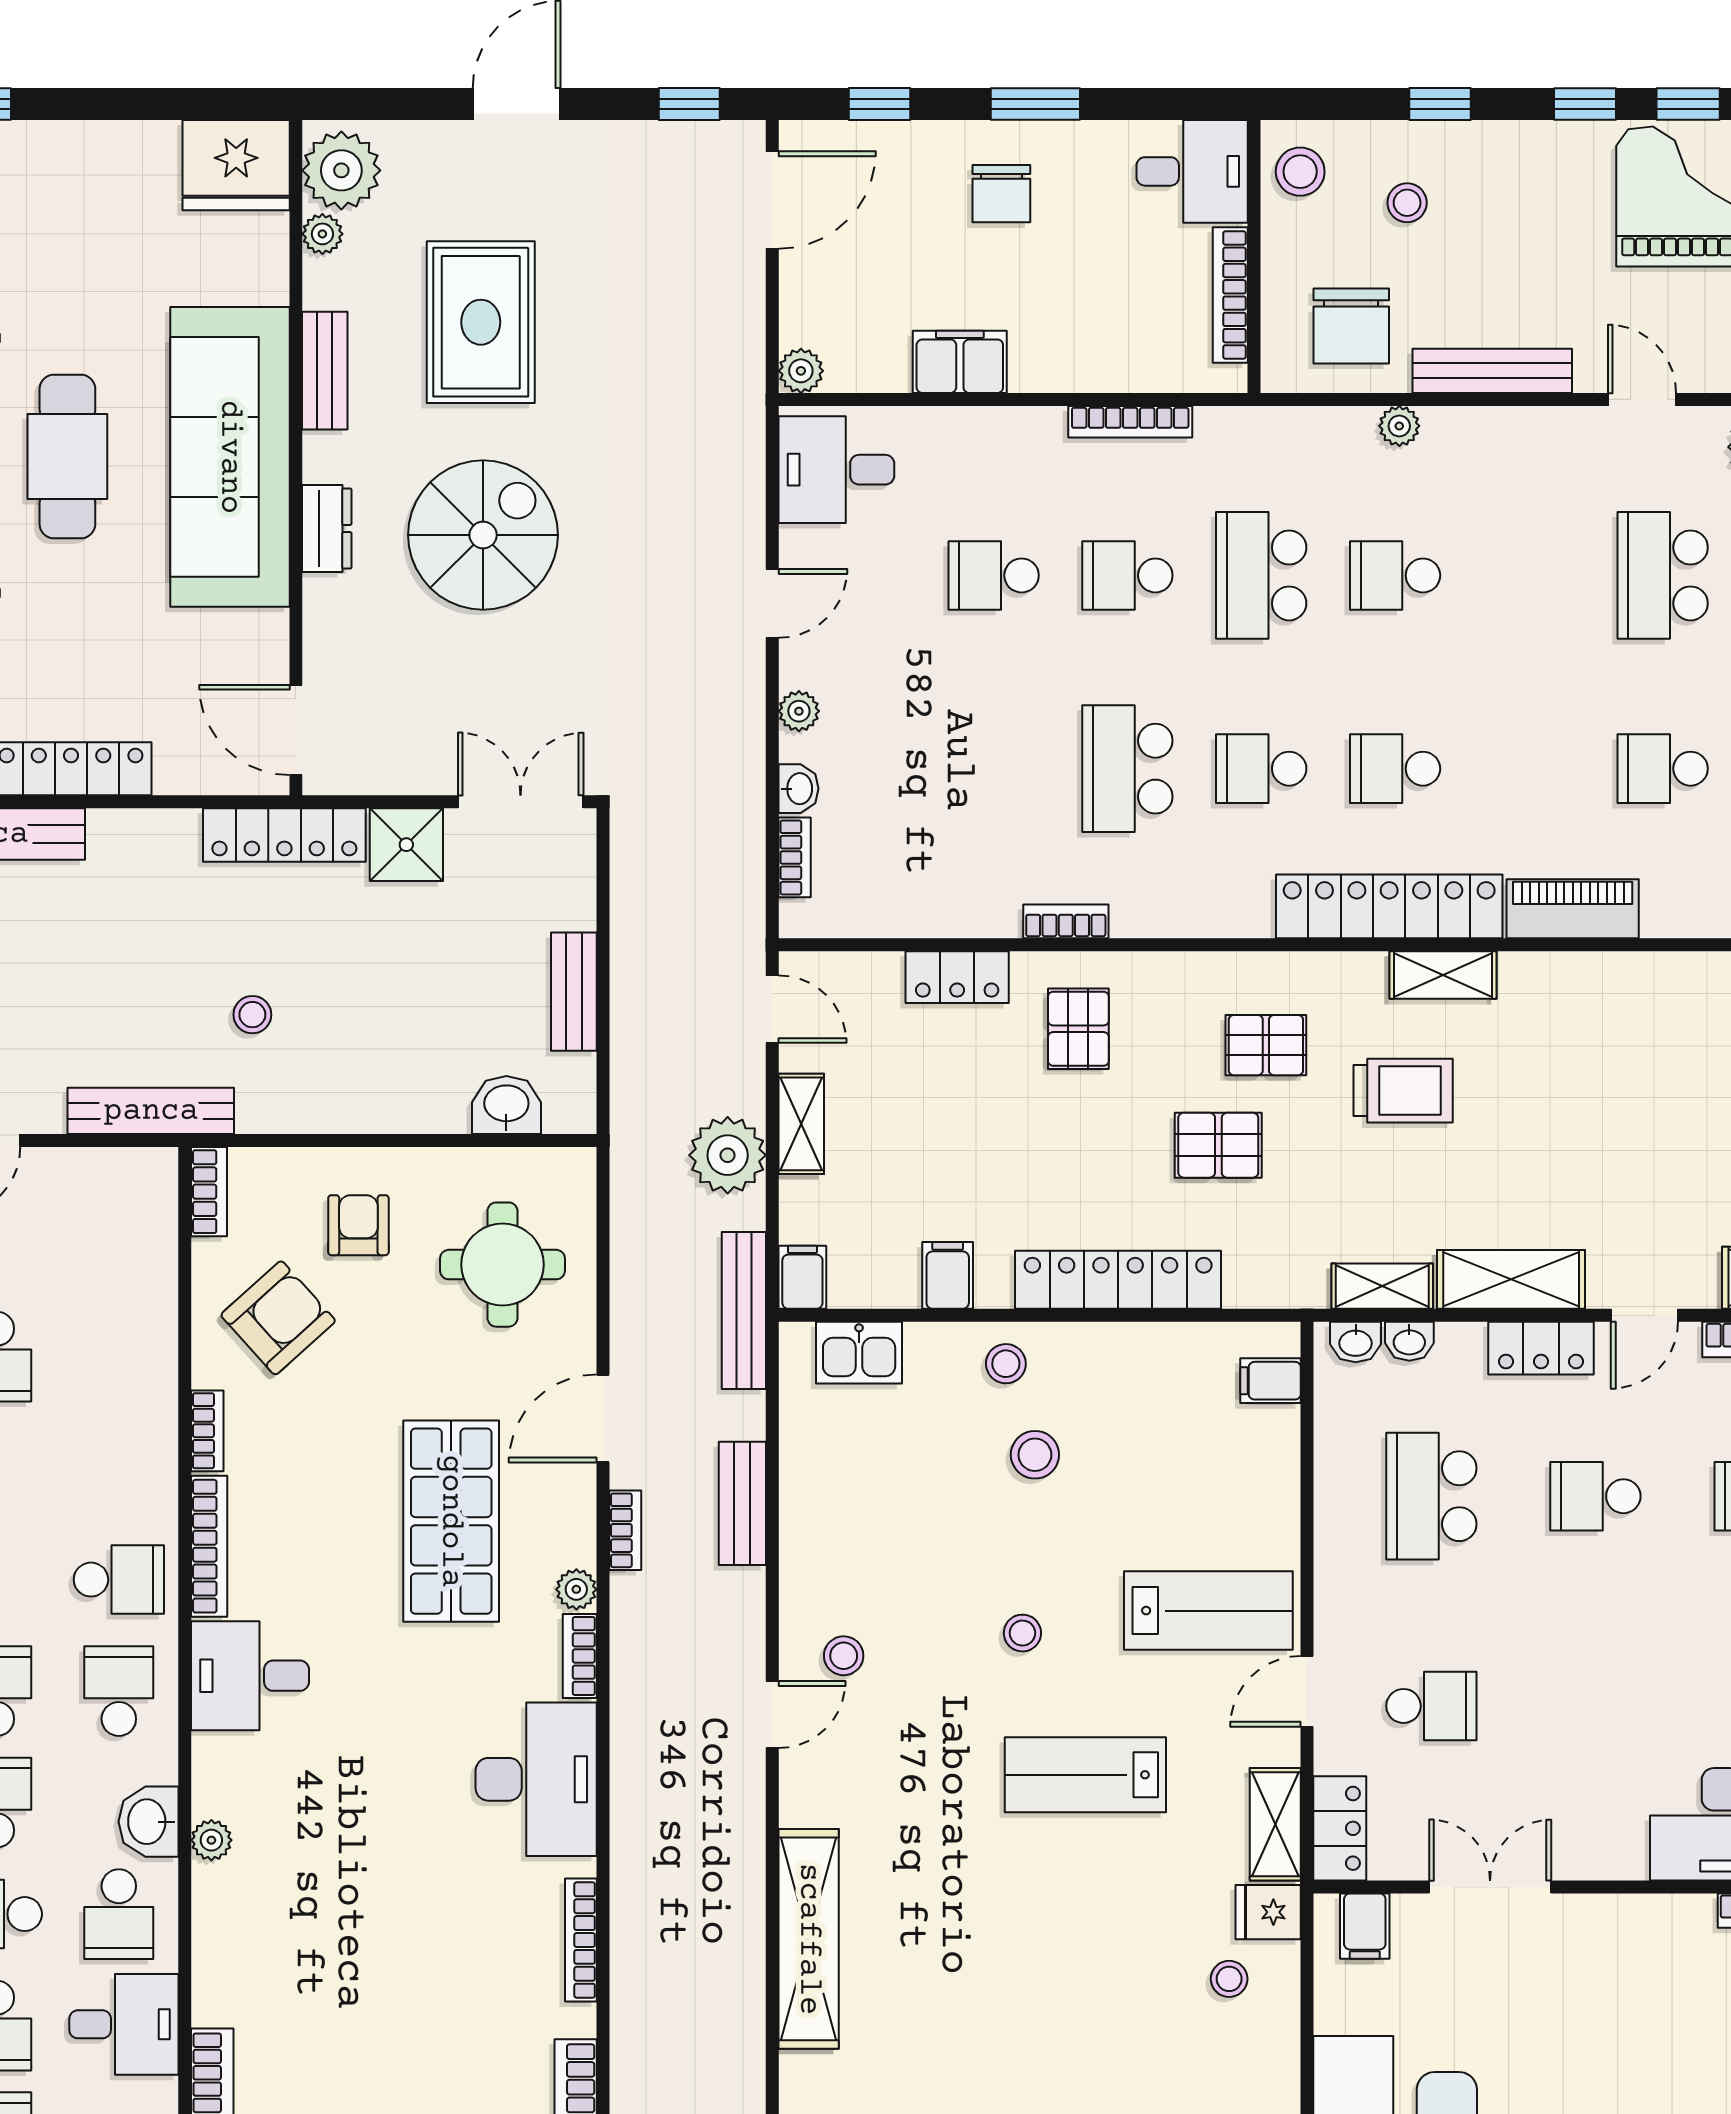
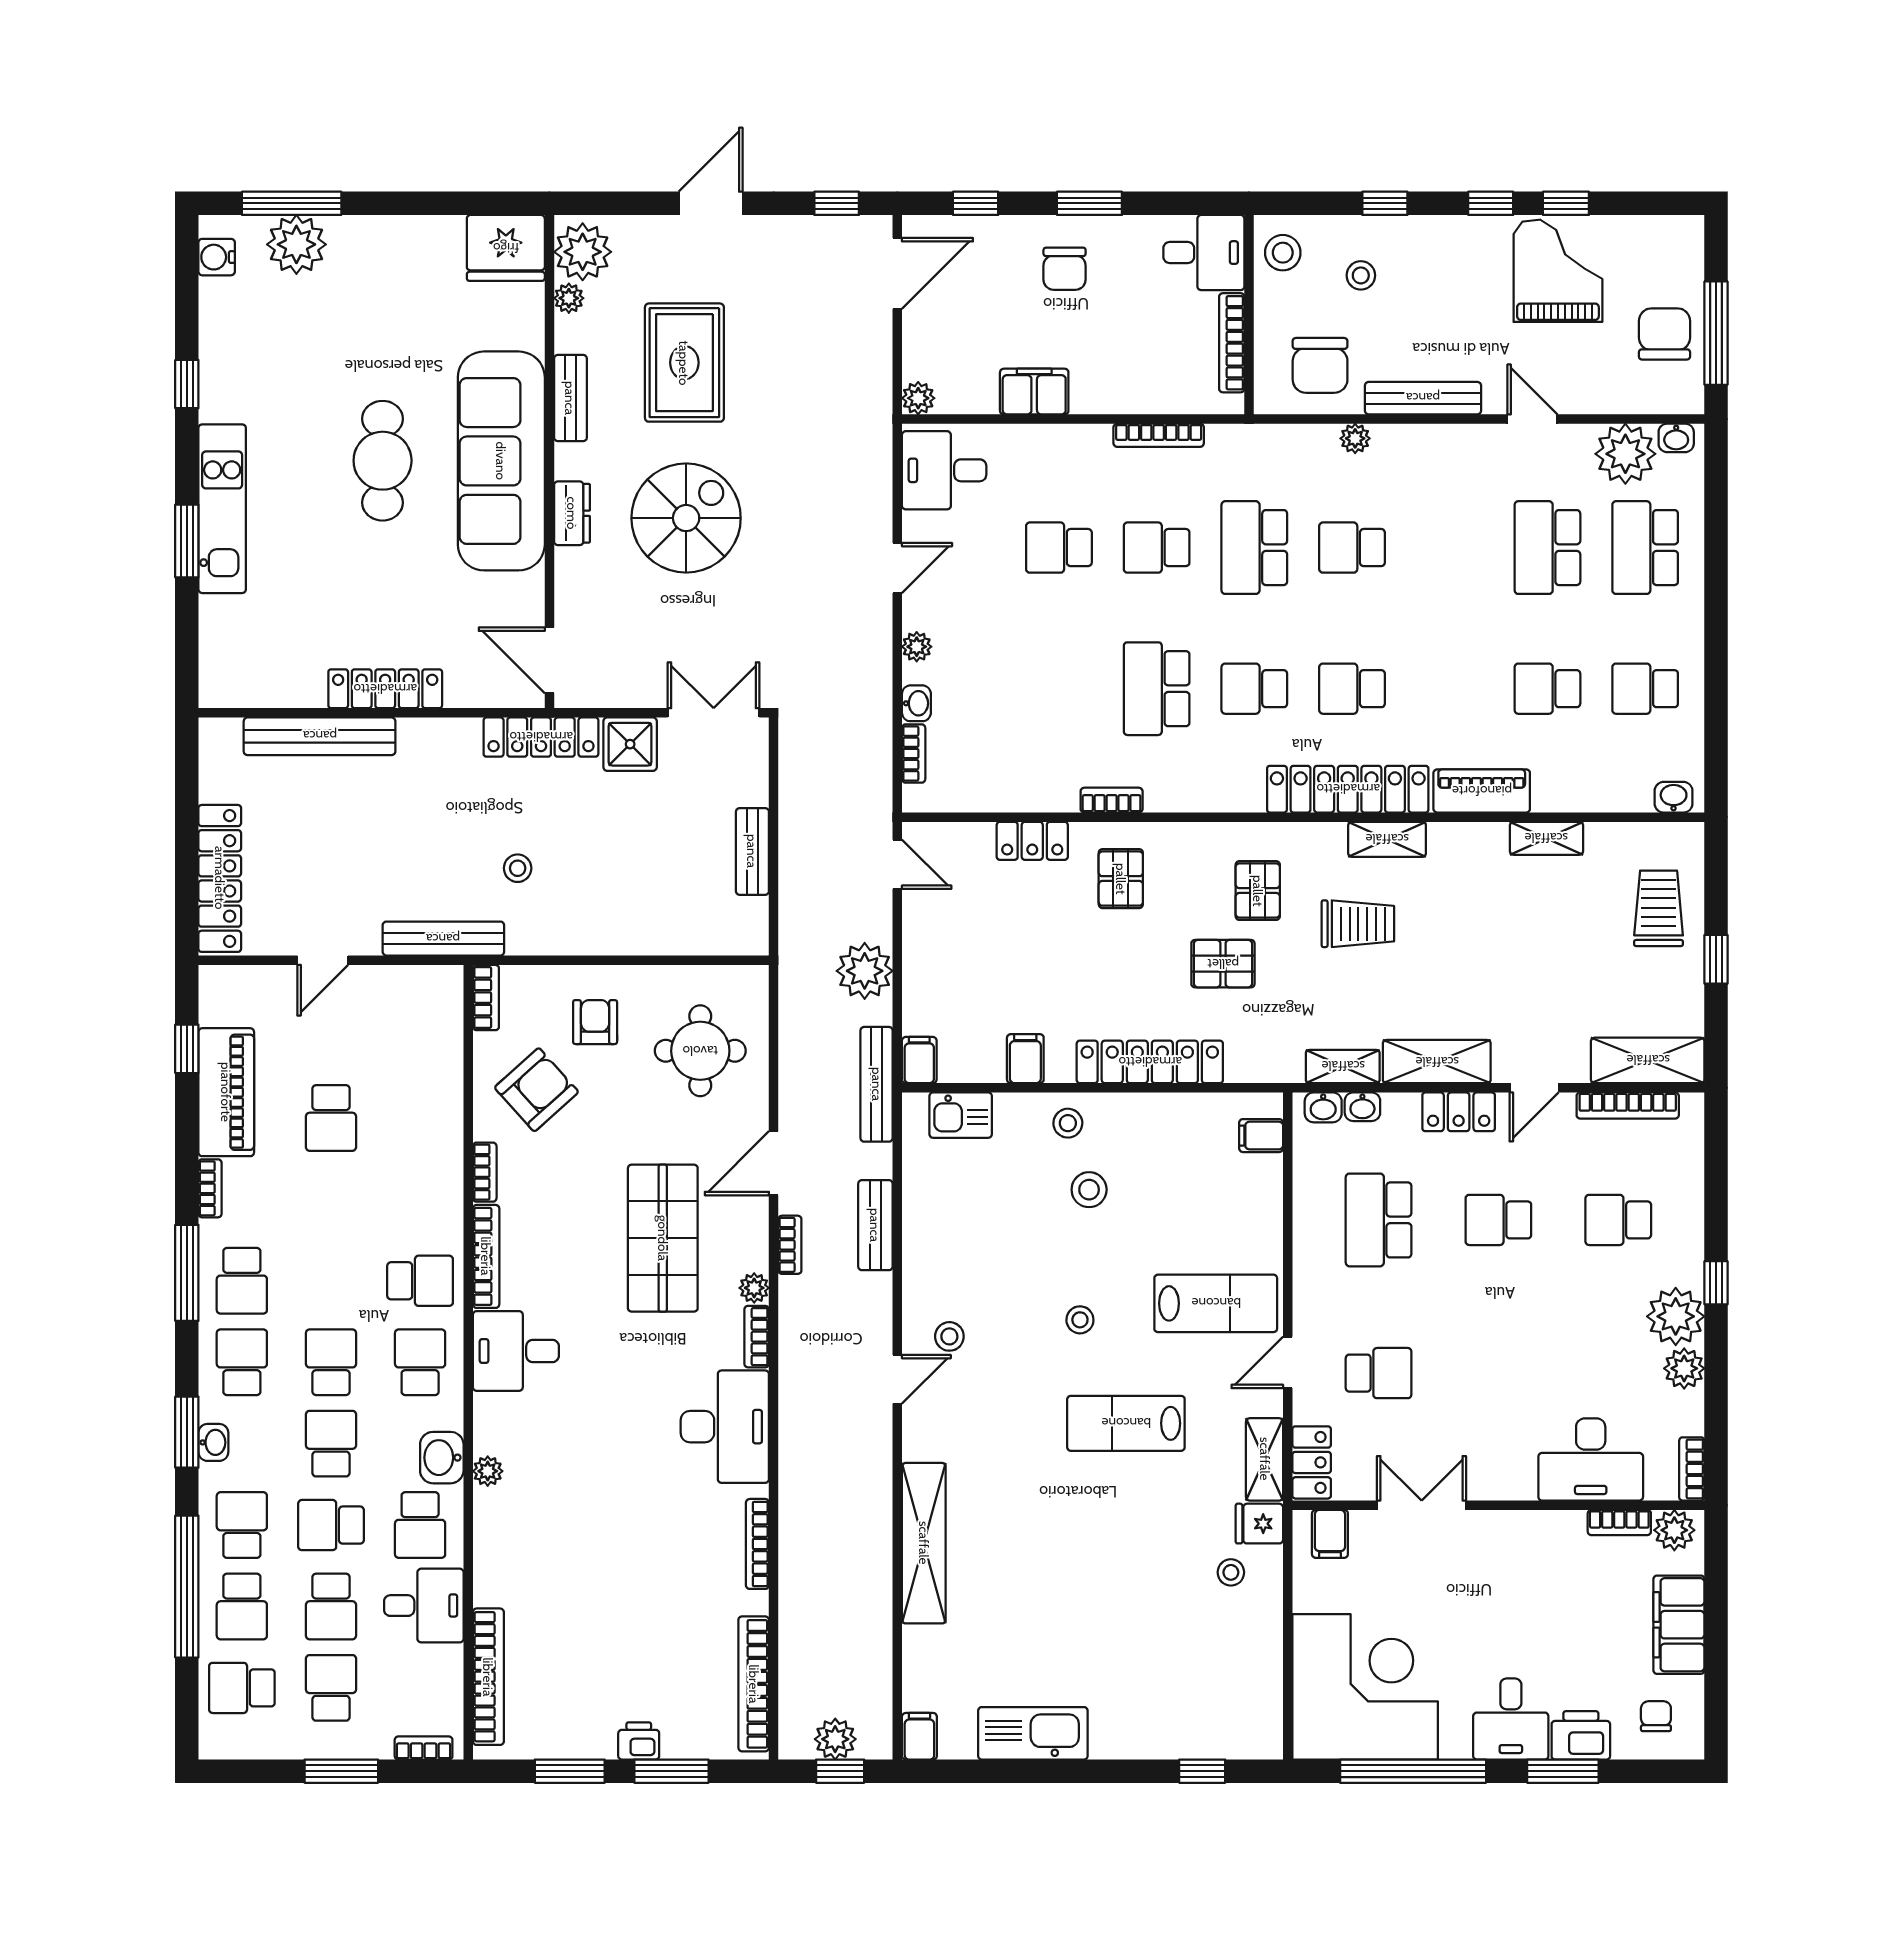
pallet: (1266, 1045) -> (1258, 891), turned 90
washbasin: (506, 1105) -> (703, 934), removed
shelving: (801, 1124) -> (1546, 838), moved, turned 90

